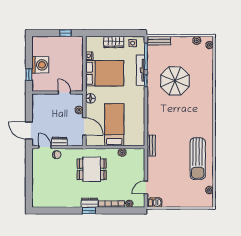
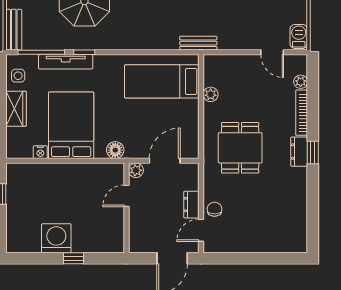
wall: (58, 93) -> (126, 208), moved
door: (64, 93) -> (126, 196), moved
bed: (114, 125) -> (162, 81), moved

